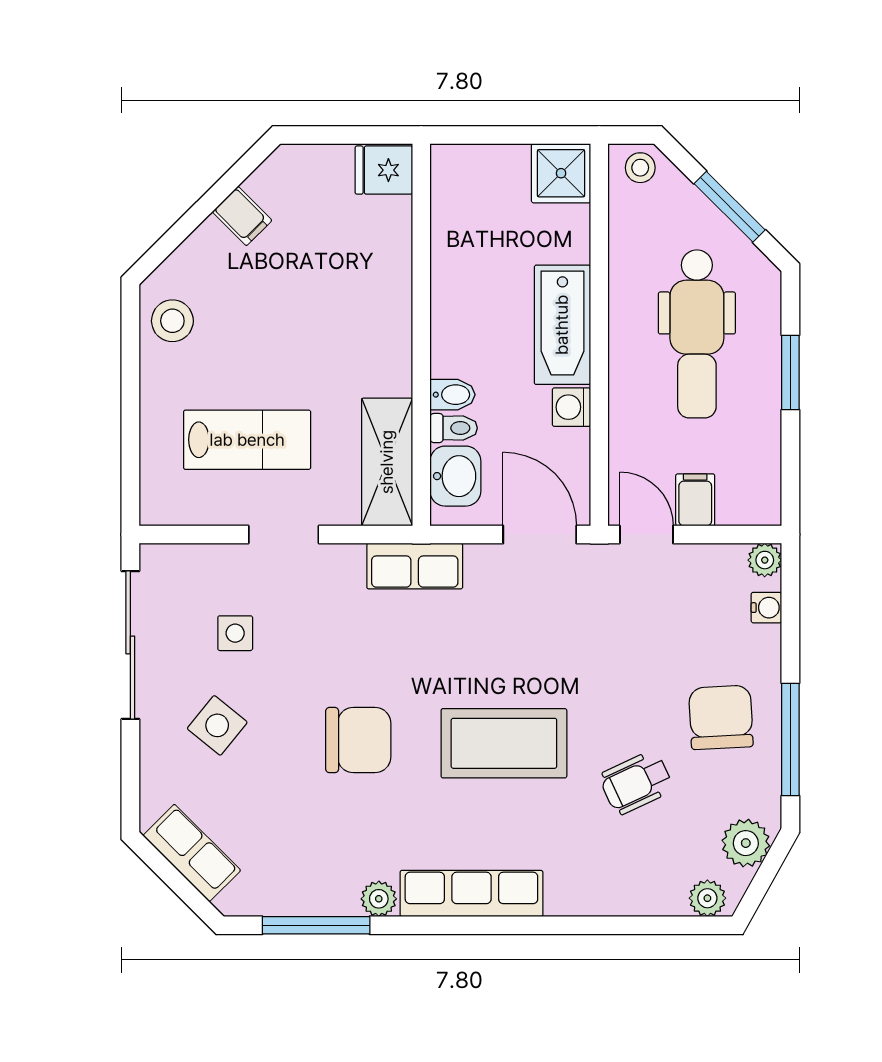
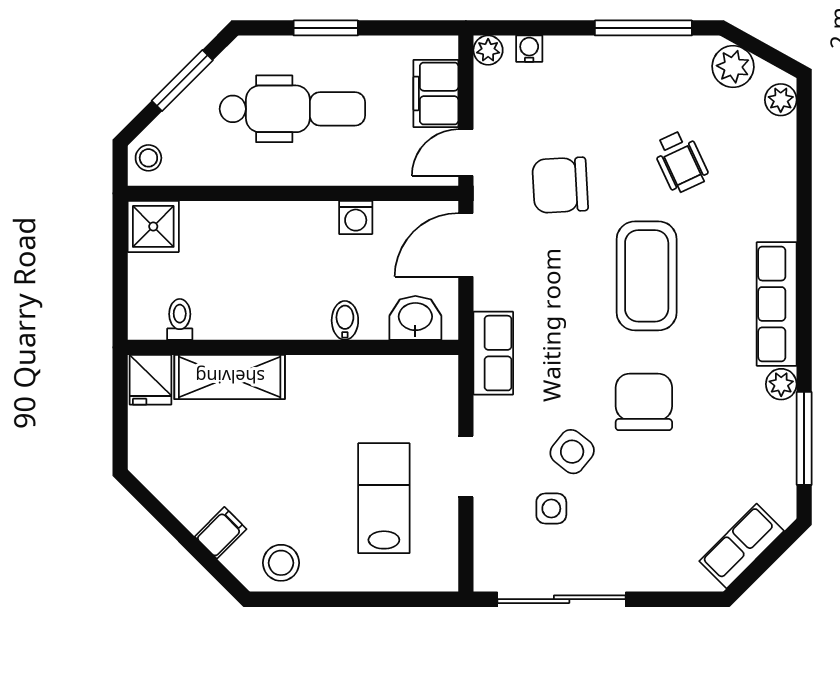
filing cabinet: (242, 216) -> (221, 533), moved
bathtub: (562, 325) -> (284, 225), removed
toilet: (454, 428) -> (180, 319), moved
shelving: (387, 462) -> (230, 377), moved
filing cabinet: (695, 500) -> (436, 93), width x2.00
chair: (721, 717) -> (560, 185), moved
side table: (217, 725) -> (572, 452), moved

